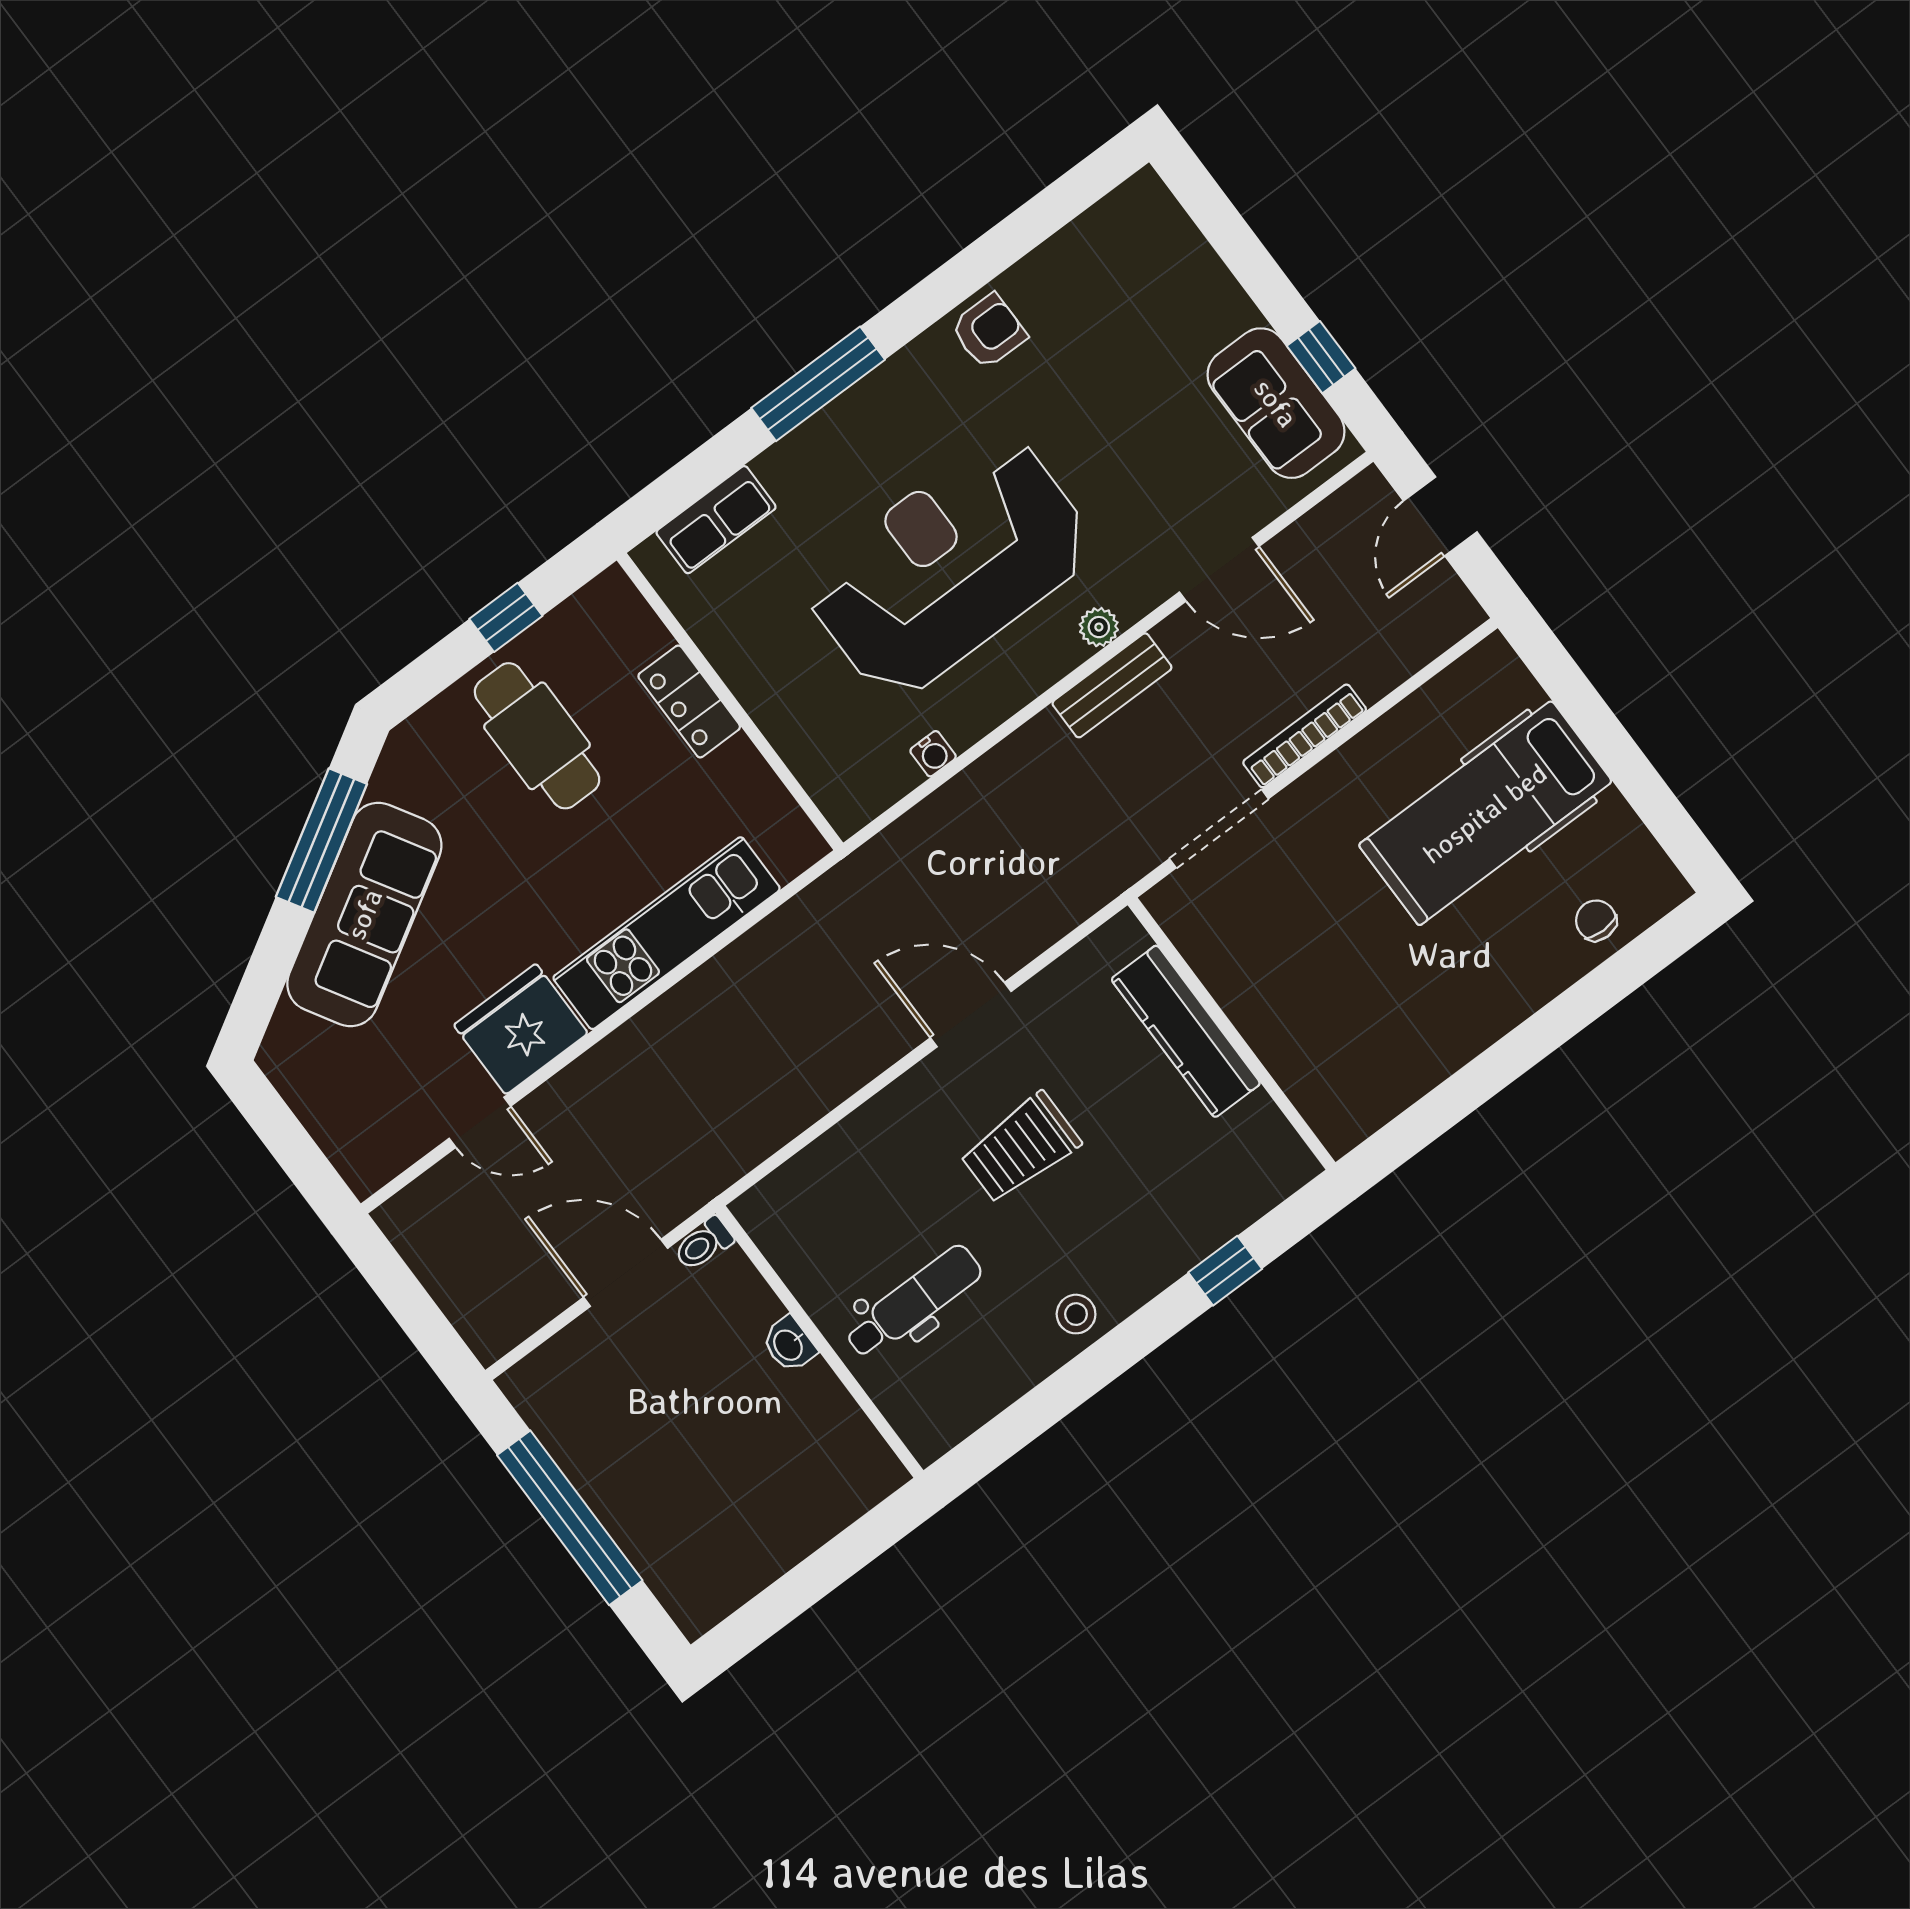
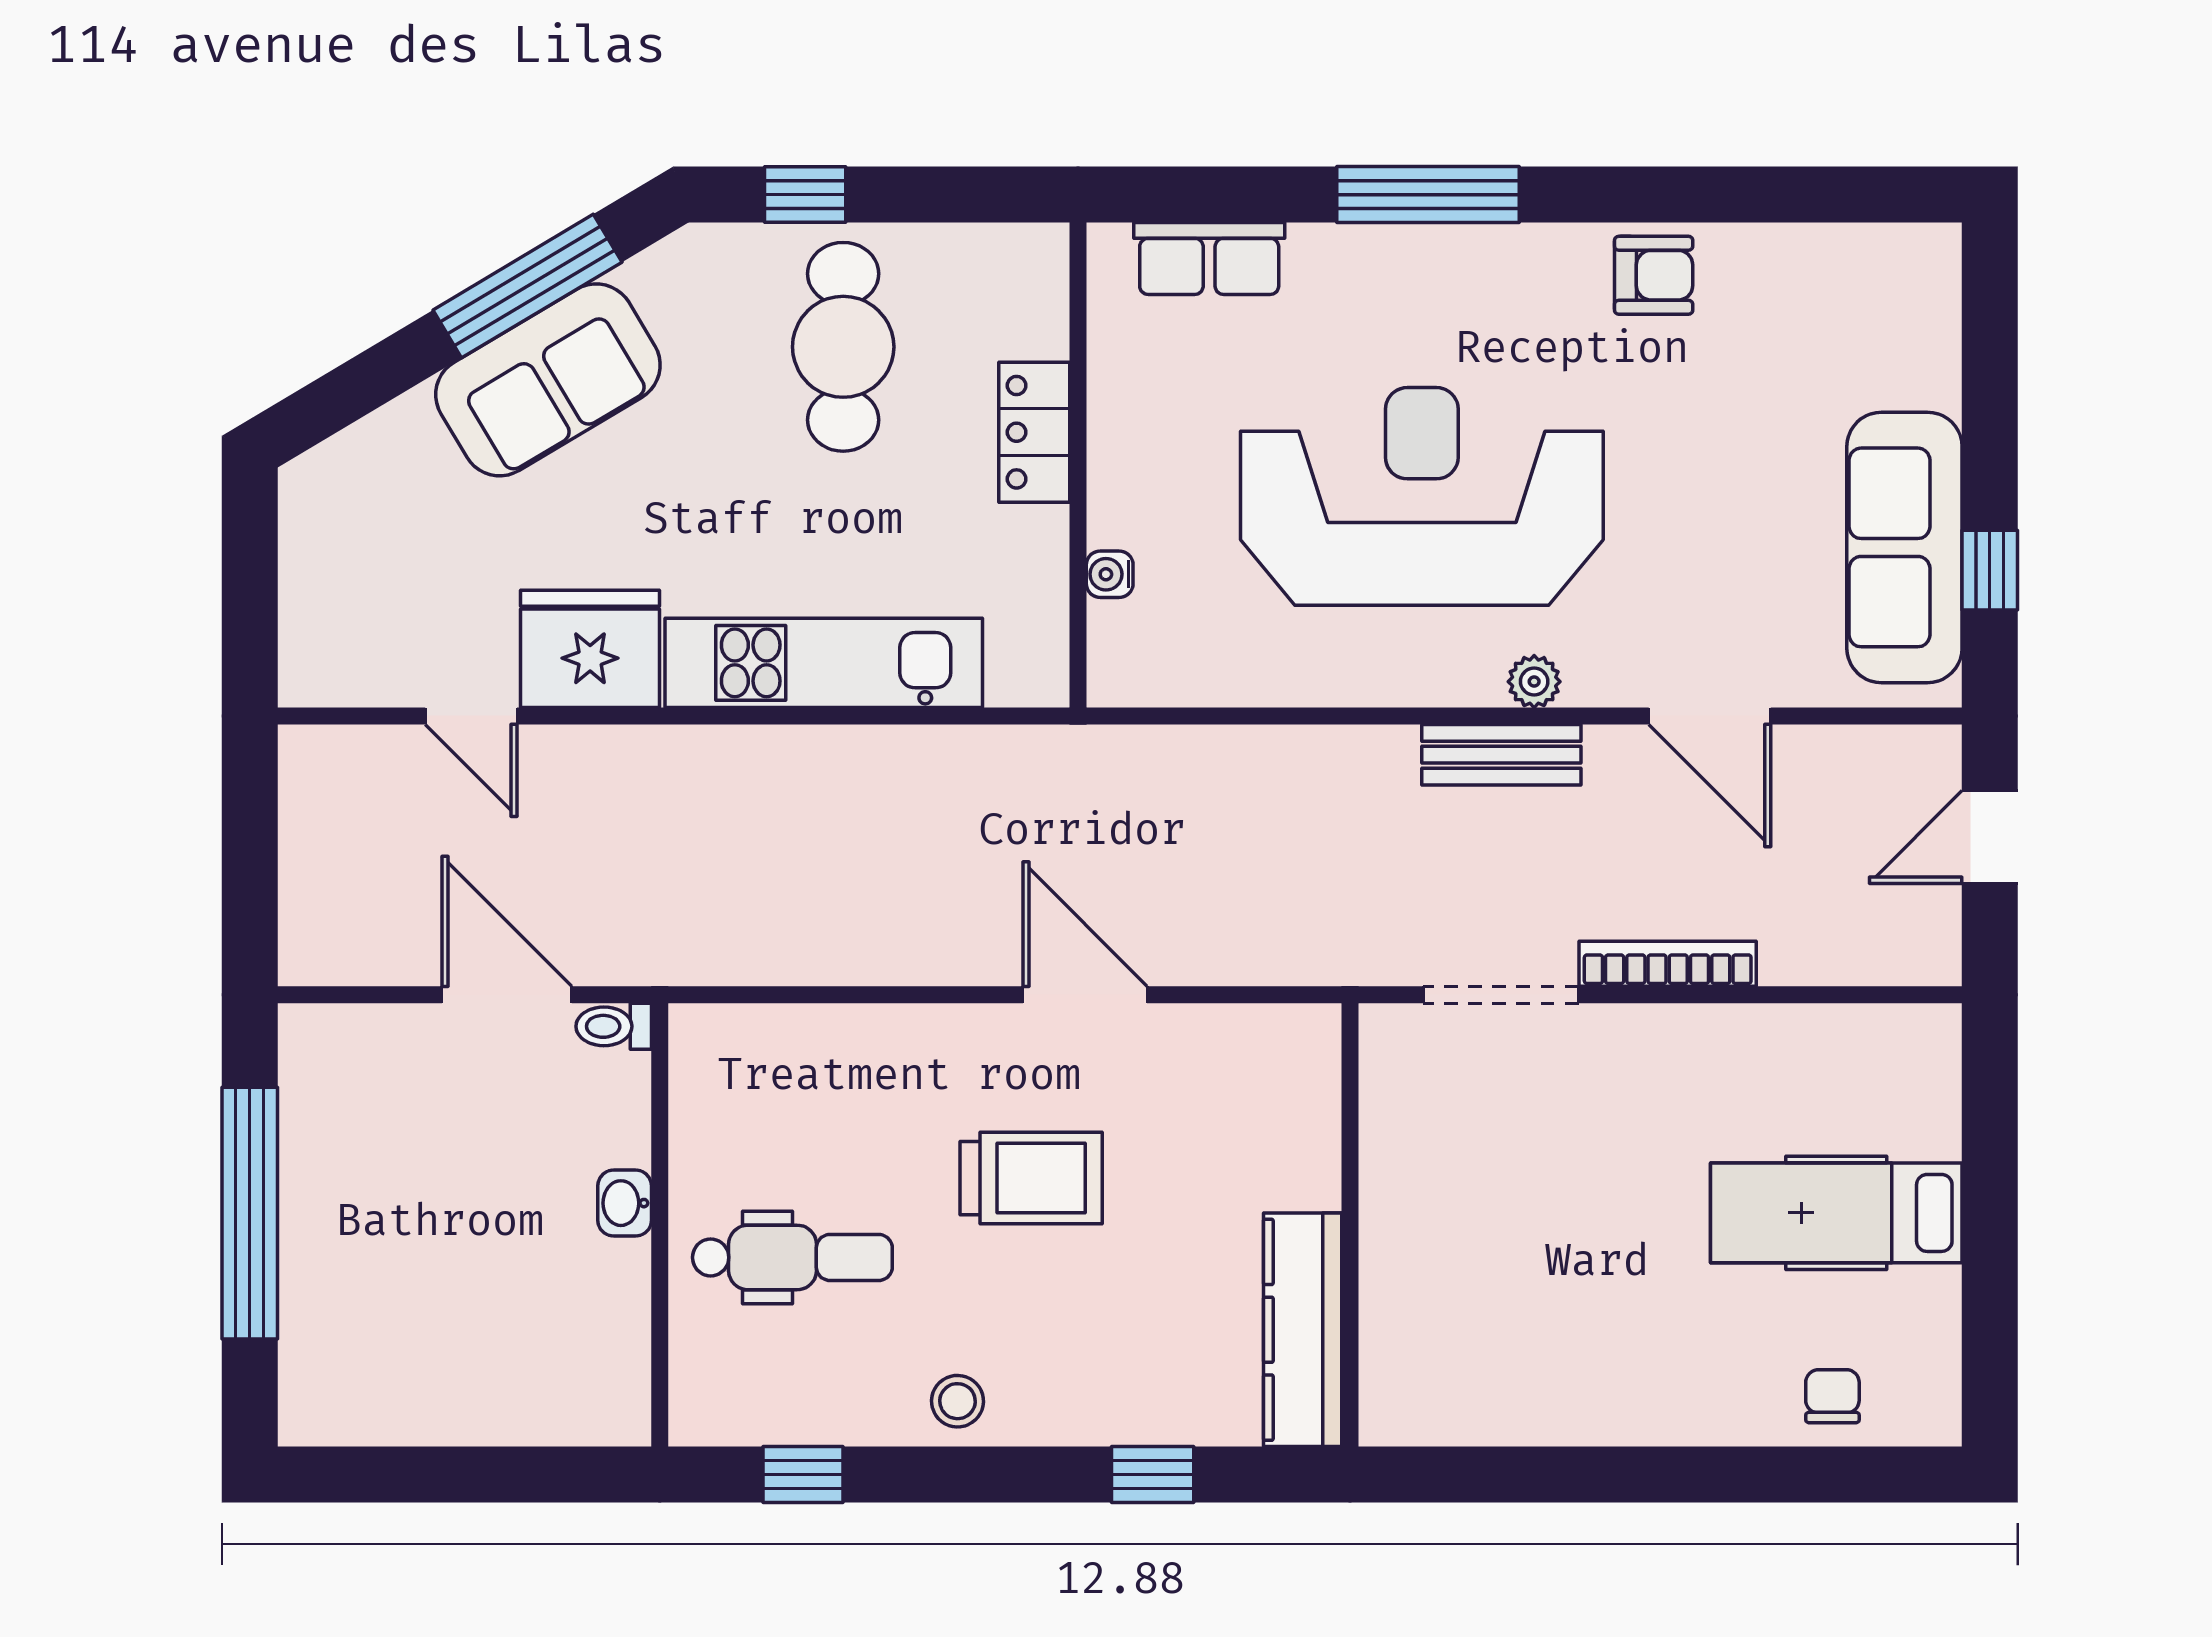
sofa: (1276, 403) -> (1904, 547), width x1.36
window: (506, 617) -> (805, 195), moved
water cooler: (933, 754) -> (1110, 574), moved, turned 90
hospital bed: (1485, 813) -> (1836, 1213), width x0.73, depth x0.78
sofa: (364, 914) -> (548, 380), width x0.73
kitchen counter: (1186, 1031) -> (1303, 1330), moved
trolley: (1020, 1148) -> (1031, 1178), turned 180
window: (1017, 1427) -> (803, 1474), added

